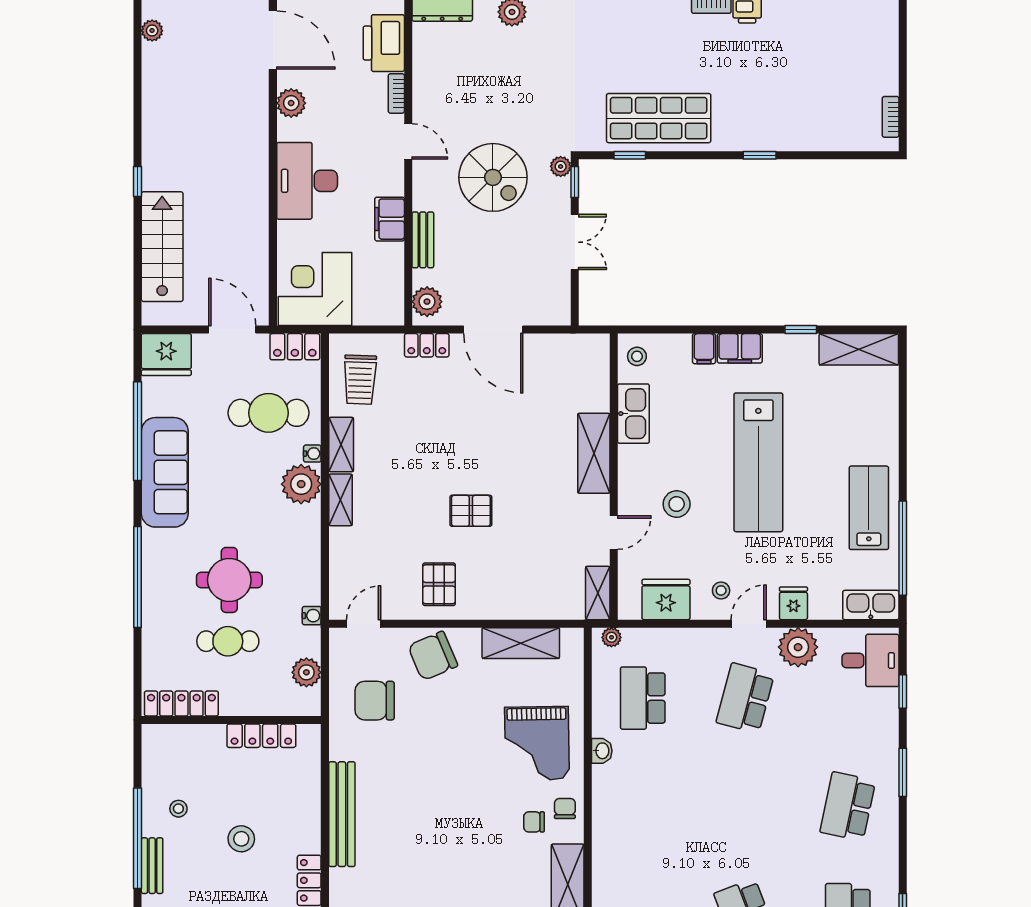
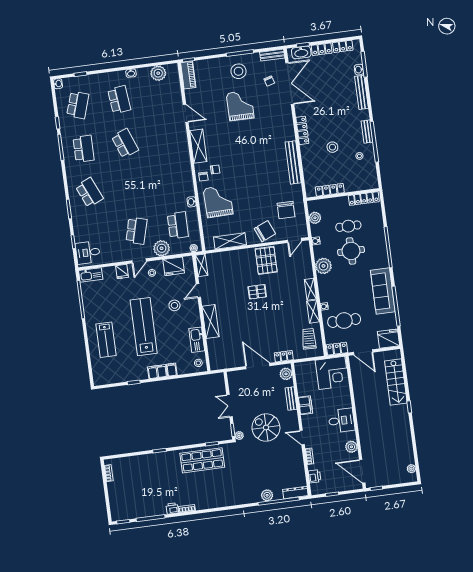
printer: (384, 43) -> (315, 476), width x0.53, depth x0.68
desk: (307, 181) -> (341, 420), width x0.73
shelving: (859, 349) -> (109, 378), removed
plant: (301, 484) -> (323, 266), moved
lab bench: (869, 508) -> (106, 340), moved
pallet: (439, 584) -> (266, 260), width x1.50, depth x1.42
plant: (798, 647) -> (162, 248), moved
chair: (375, 701) -> (286, 210), turned 90
school desk: (848, 806) -> (89, 192), turned -36

